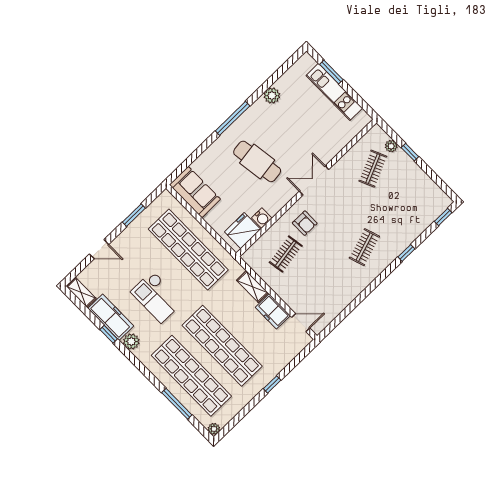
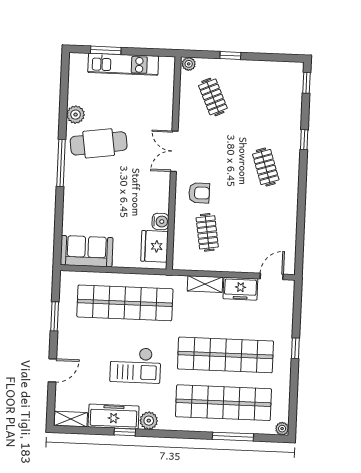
plant: (391, 146) -> (189, 64), moved
cafe table: (257, 161) -> (99, 143), moved

